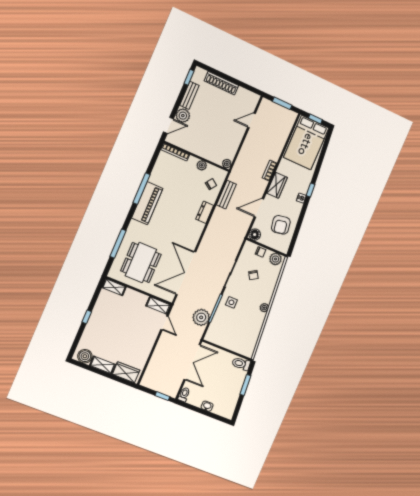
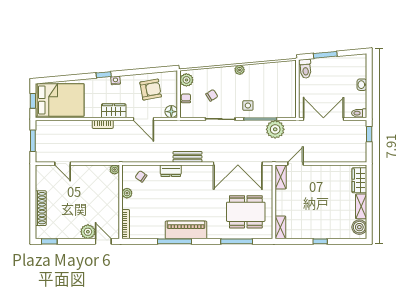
bench: (189, 95) -> (66, 234), removed
bench: (226, 195) -> (187, 157), moved

